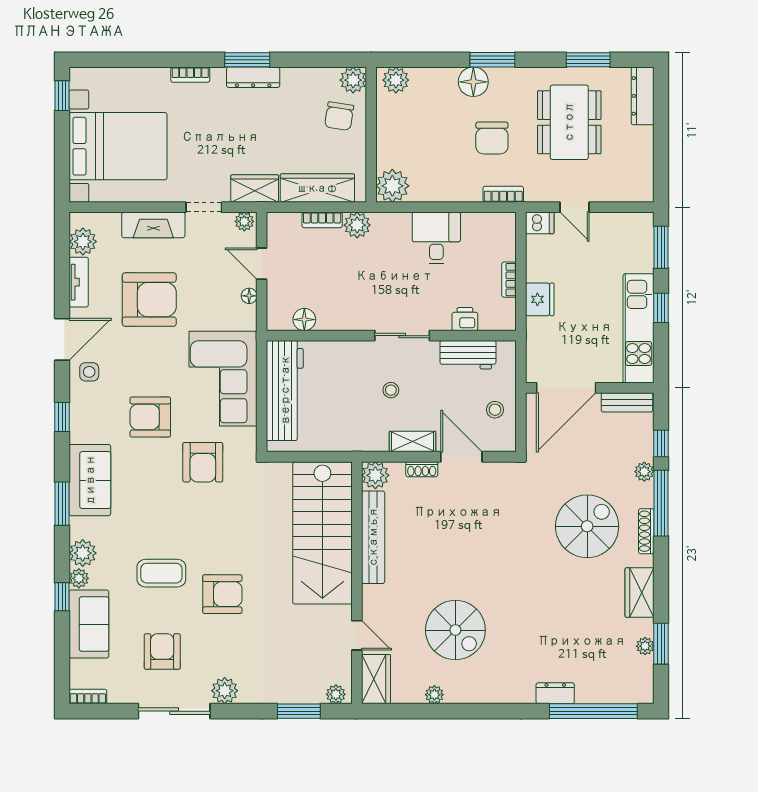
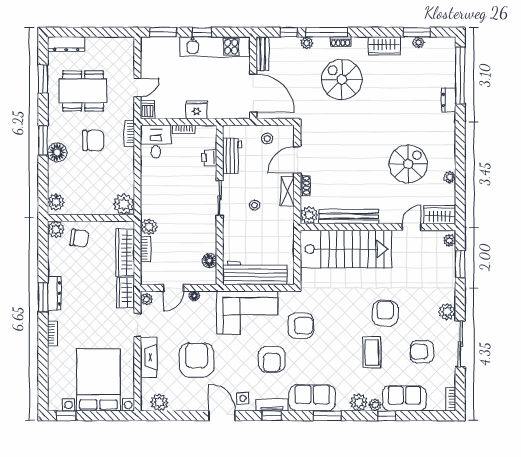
desk: (436, 238) -> (156, 142), moved, turned 90
tv unit: (79, 282) -> (272, 405), moved
shoe rack: (646, 531) -> (341, 42), width x0.70

